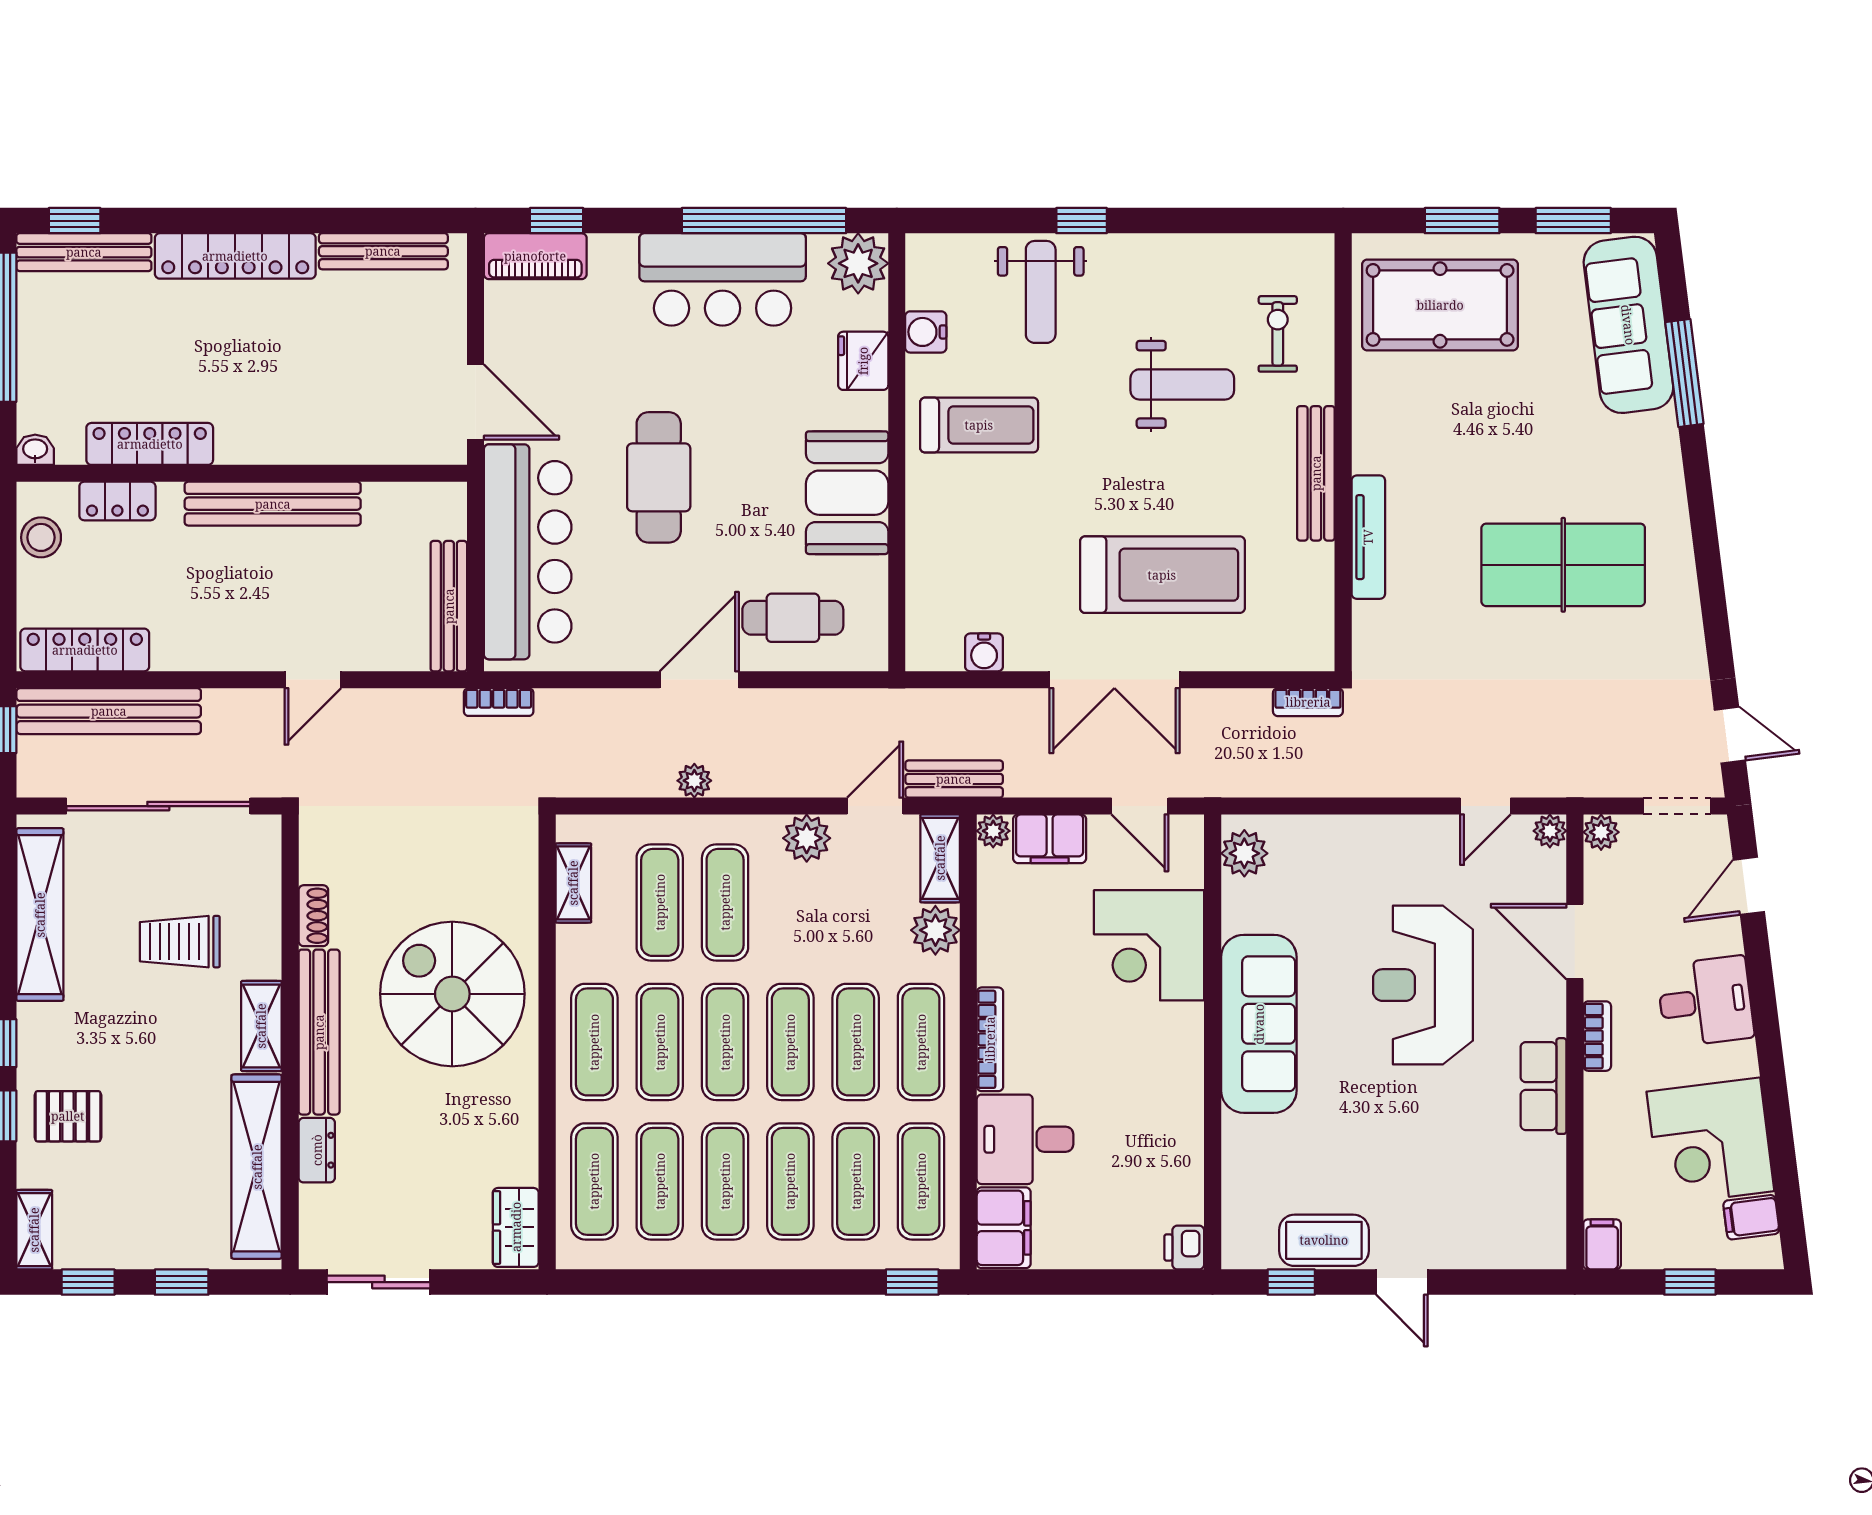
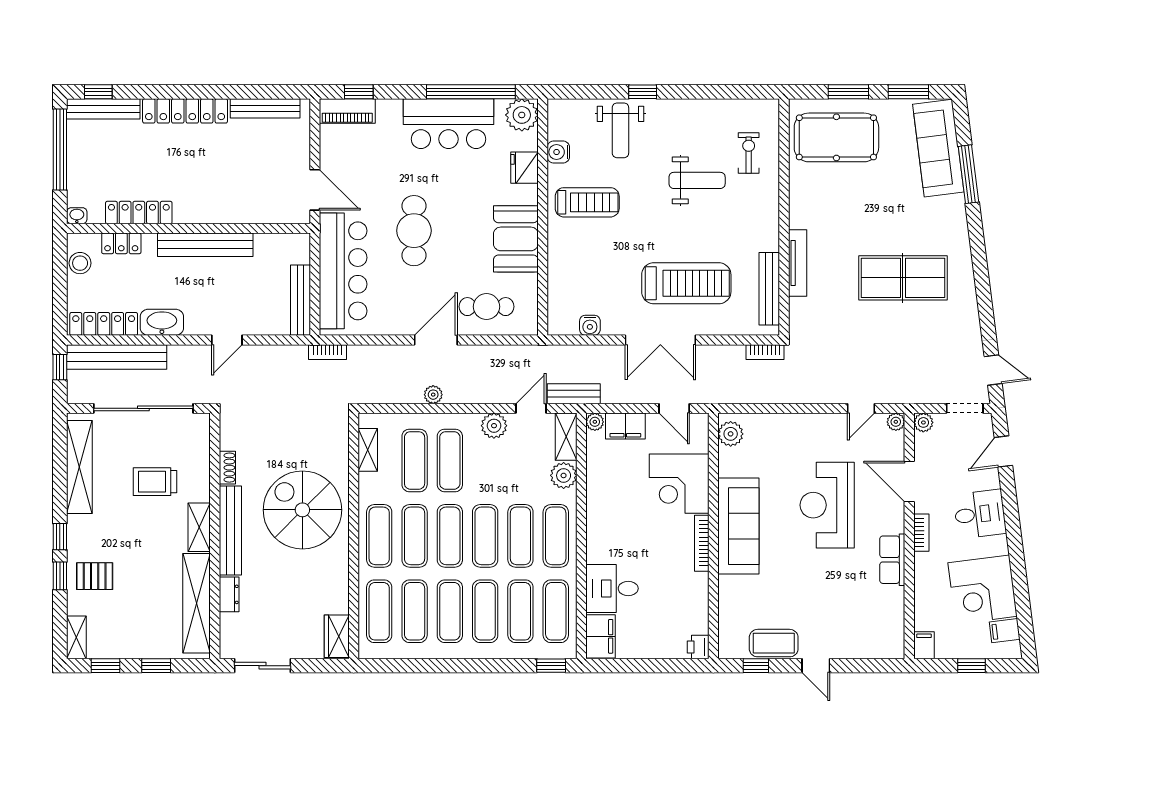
bench: (1316, 473) -> (769, 289), moved
washbasin: (192, 647) -> (162, 322), added
bookcase: (990, 1039) -> (702, 543), moved, turned 180

